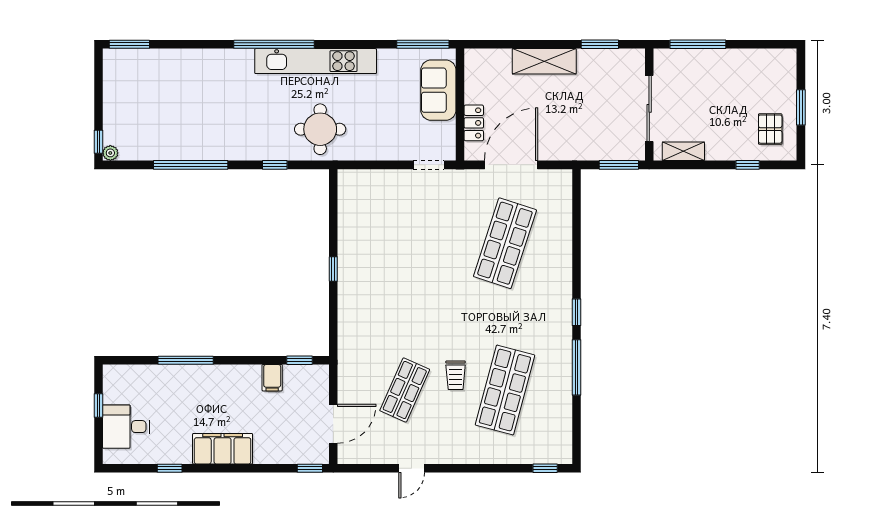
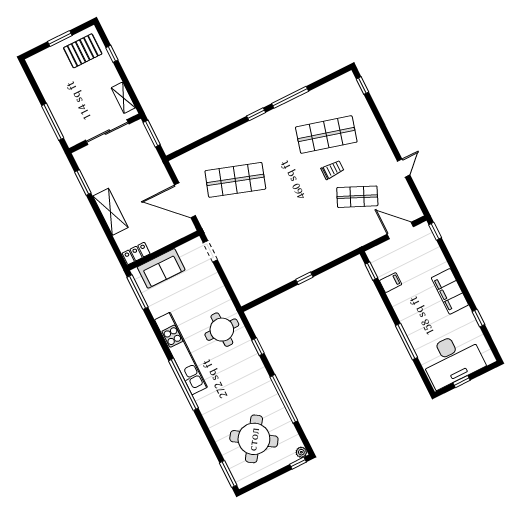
round table: (158, 100) -> (254, 439), added
locker: (474, 123) -> (136, 253), moved
pallet: (770, 129) -> (83, 51), width x1.50, depth x1.42
desk: (126, 427) -> (452, 359), width x1.87, depth x1.30
door: (412, 468) -> (404, 168), hinge flipped

